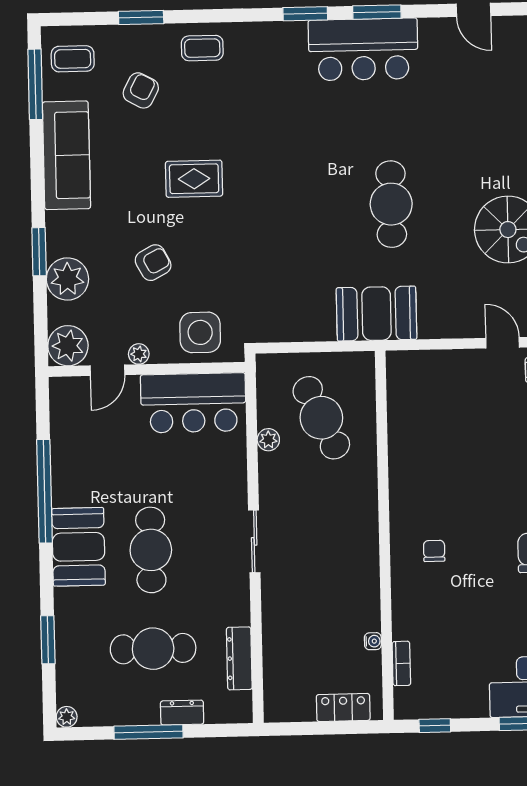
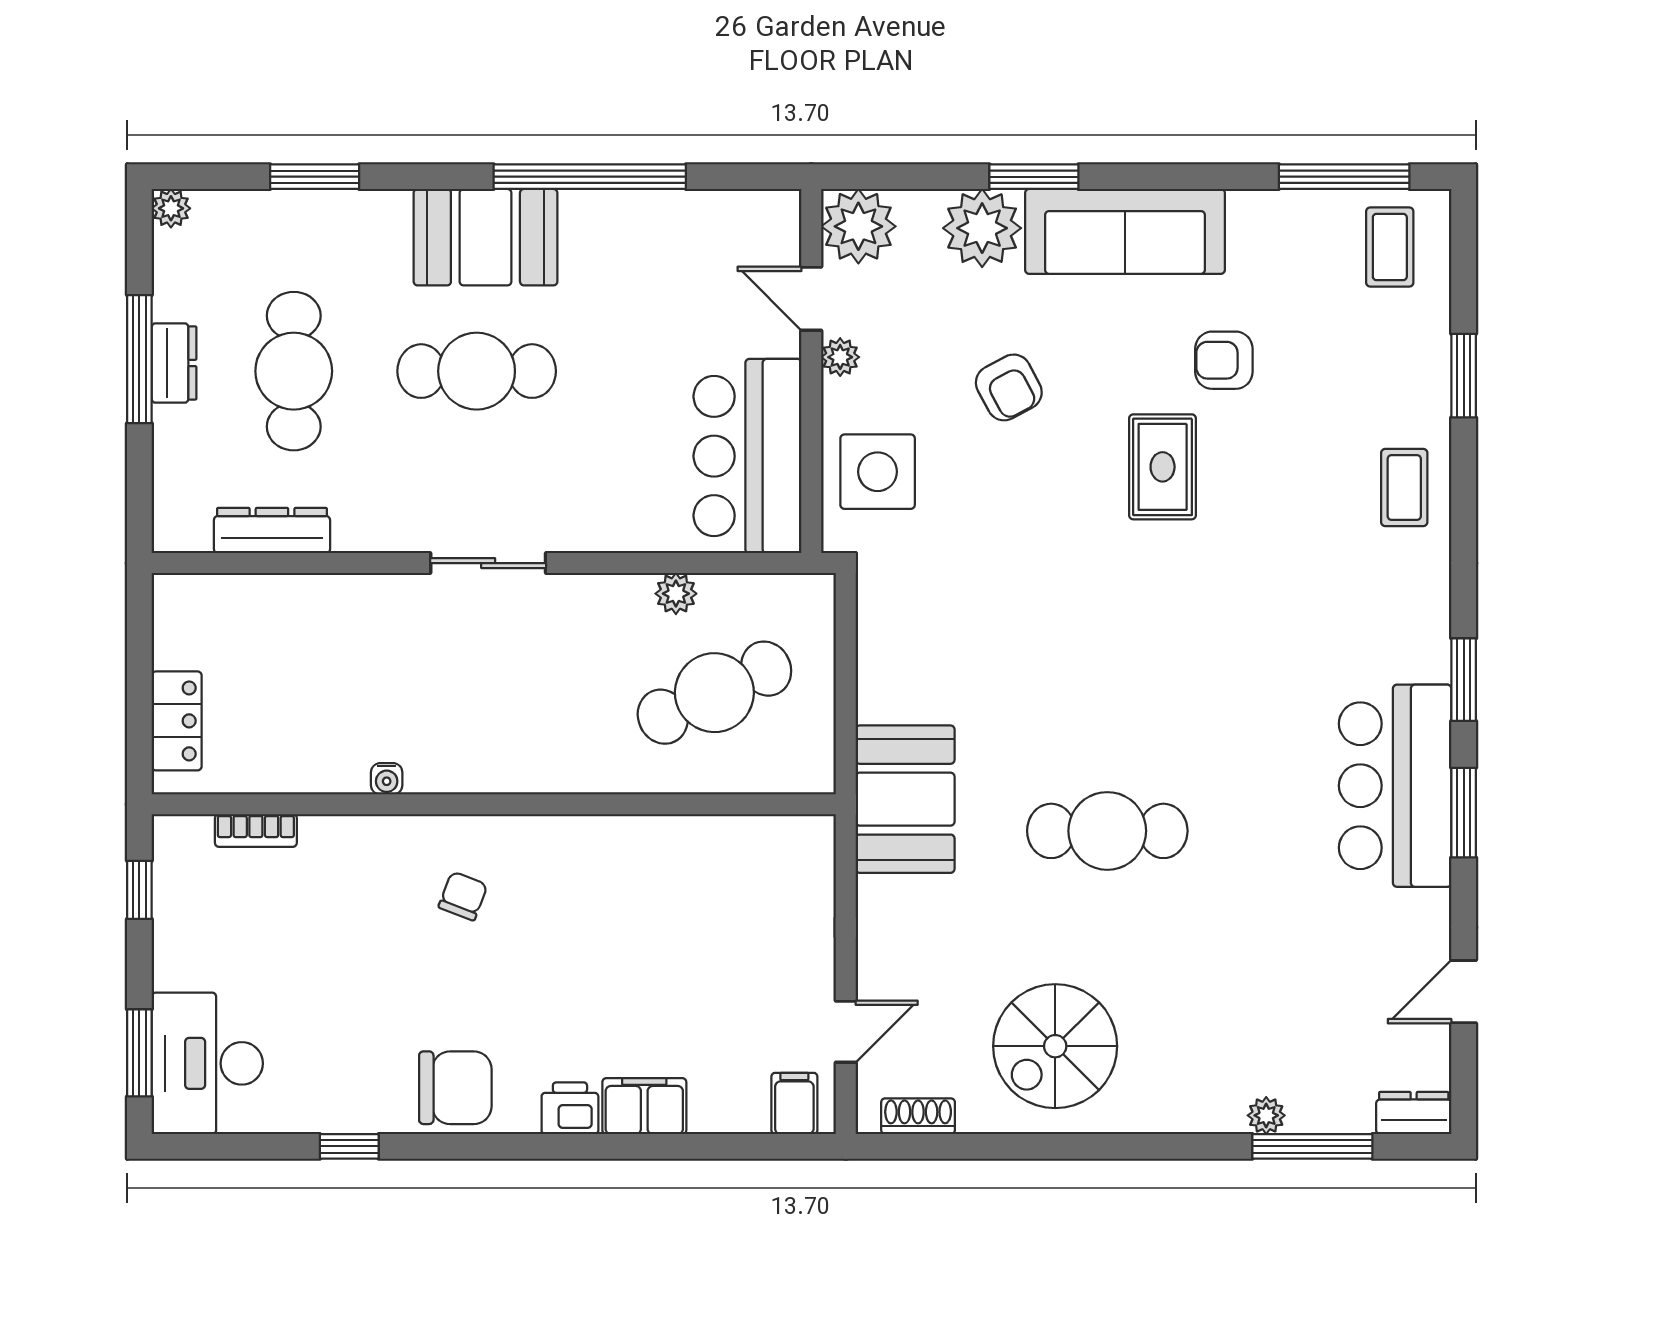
armchair: (141, 90) -> (1224, 360), moved, turned 152
sofa: (66, 155) -> (1125, 231), moved
chair: (434, 551) -> (463, 896), turned -69
water cooler: (373, 641) -> (387, 779), moved
dresser: (182, 713) -> (174, 363), moved

